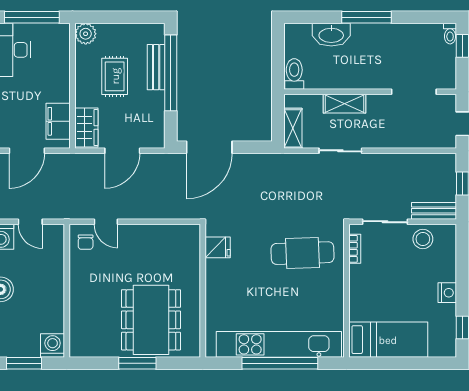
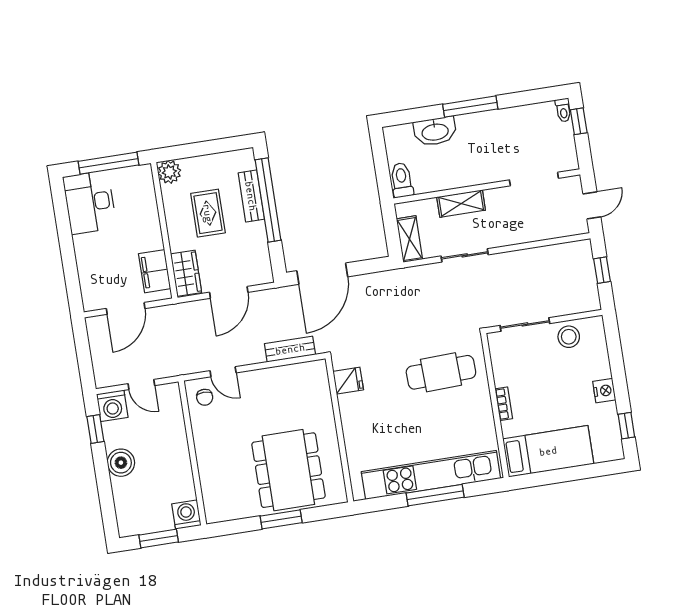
bench: (434, 211) -> (290, 349), moved
bookcase: (355, 249) -> (504, 404), moved
window: (280, 363) -> (435, 495), width x0.68

